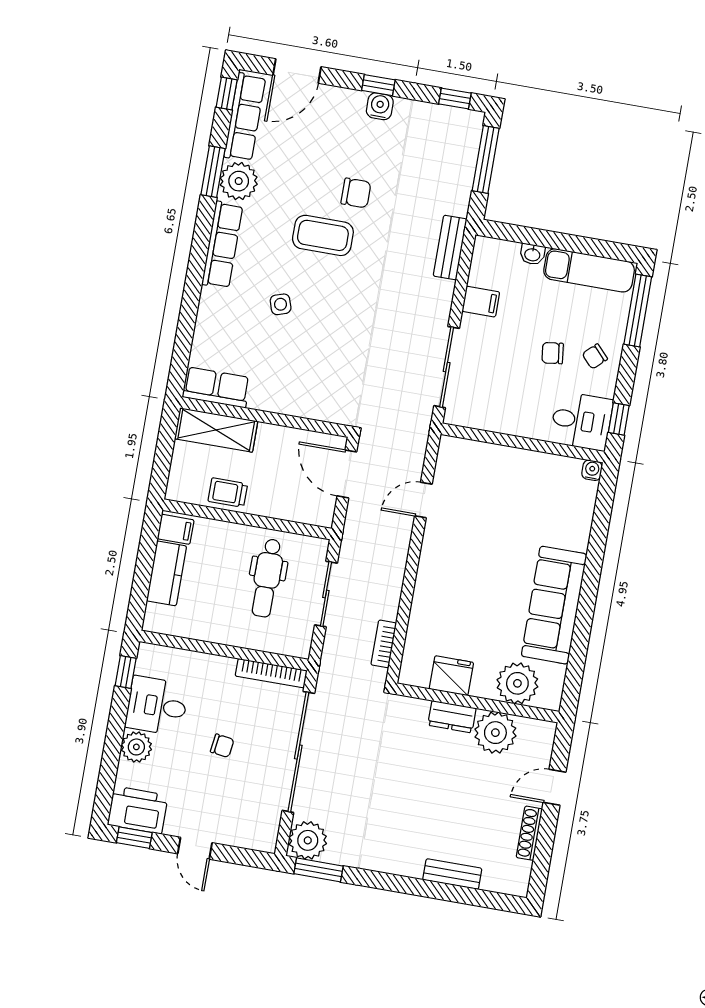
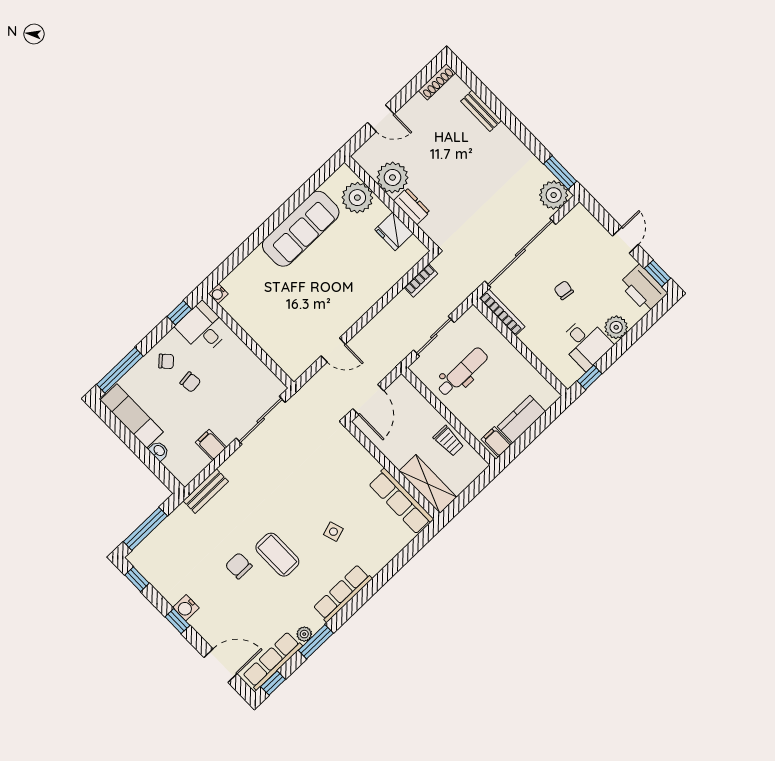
plant: (239, 181) -> (304, 634), width x0.53, depth x0.53
row of seats: (216, 387) -> (401, 501), width x1.48
shoe rack: (529, 833) -> (437, 82), moved

